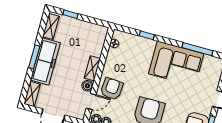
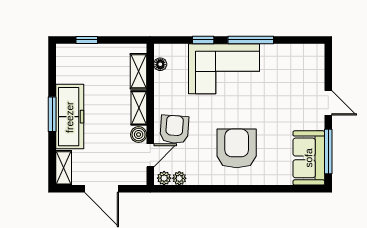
shelving: (51, 26) -> (139, 71), moved
window: (197, 49) -> (251, 40), moved
corner sofa: (176, 64) -> (224, 69), moved

